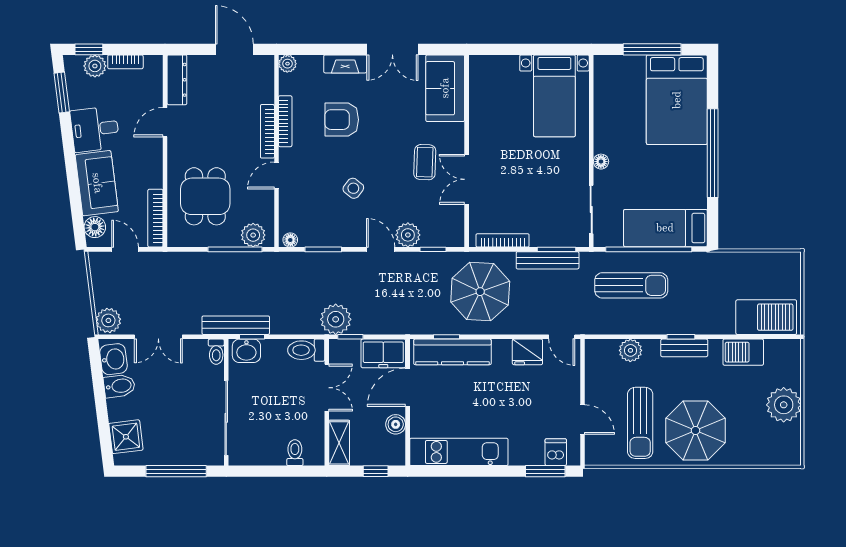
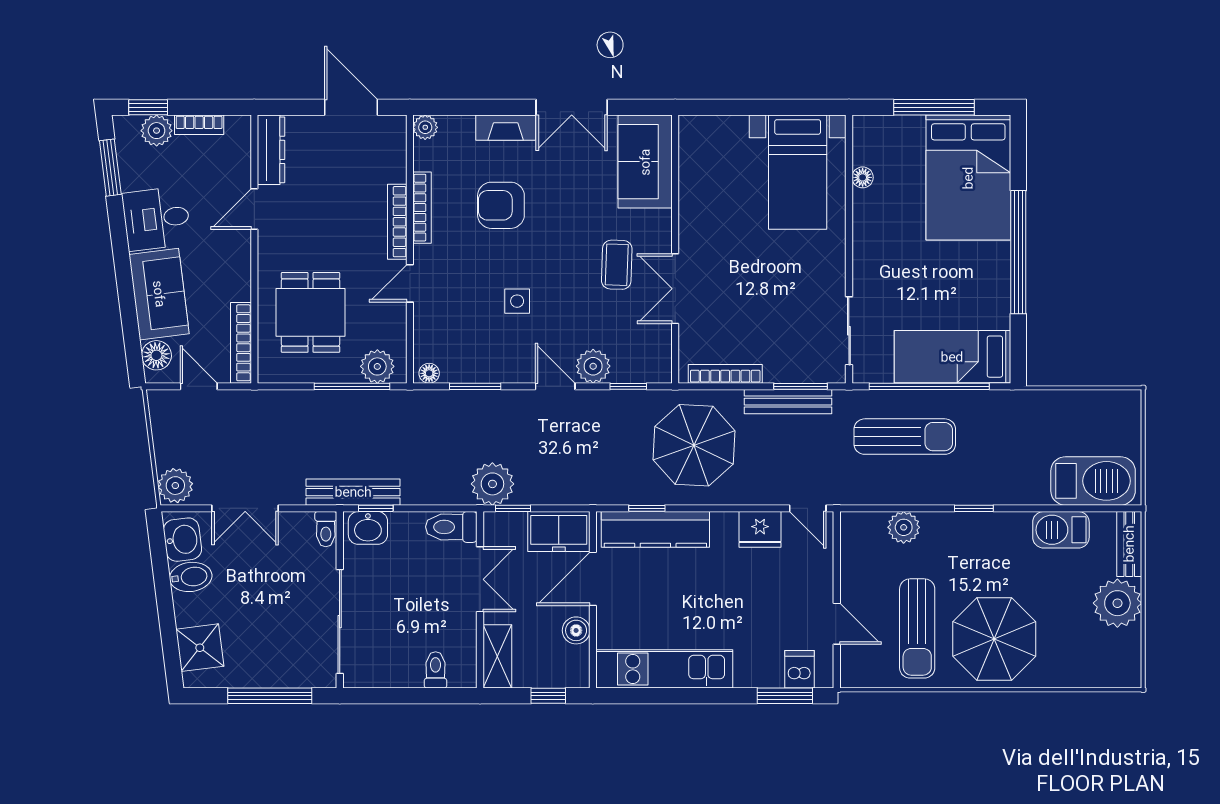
floor lamp: (601, 162) -> (863, 177), moved
side table: (353, 188) -> (517, 301), turned -38
bench: (684, 348) -> (1129, 544), moved, turned 90

